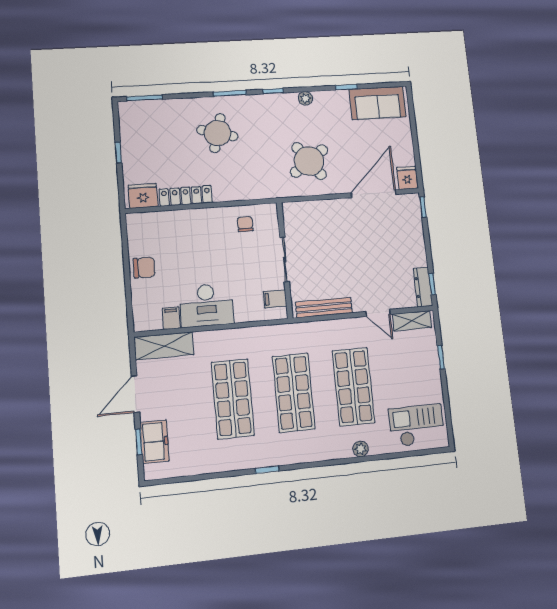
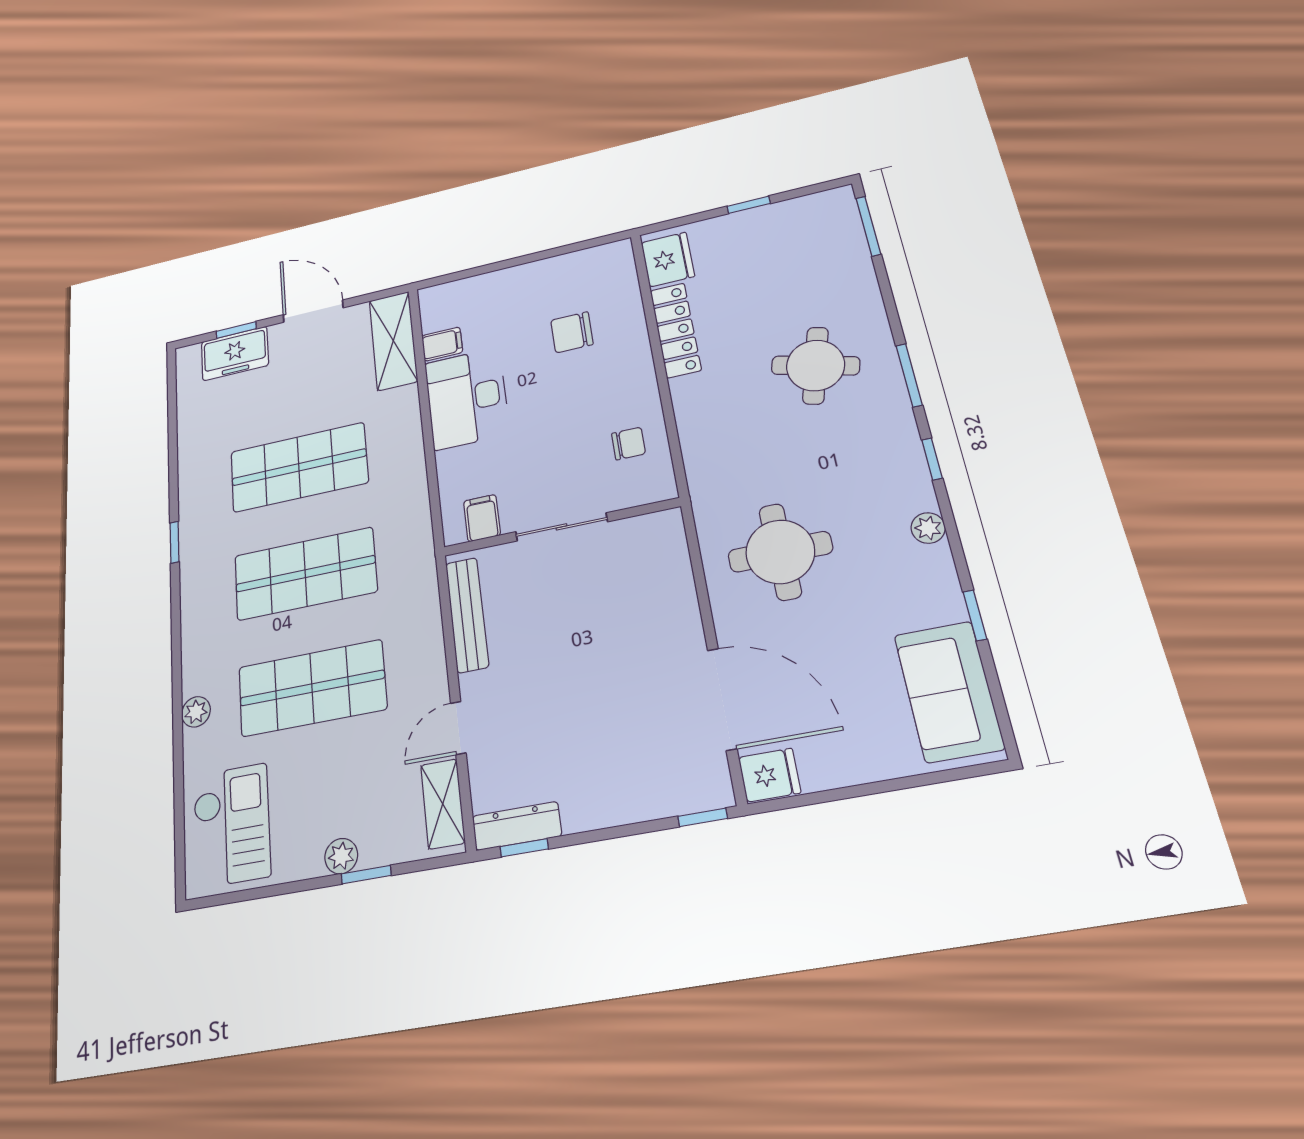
round table: (309, 161) -> (780, 552), turned 36
chair: (144, 268) -> (572, 332), moved, turned 90
plant: (433, 369) -> (341, 856), added

